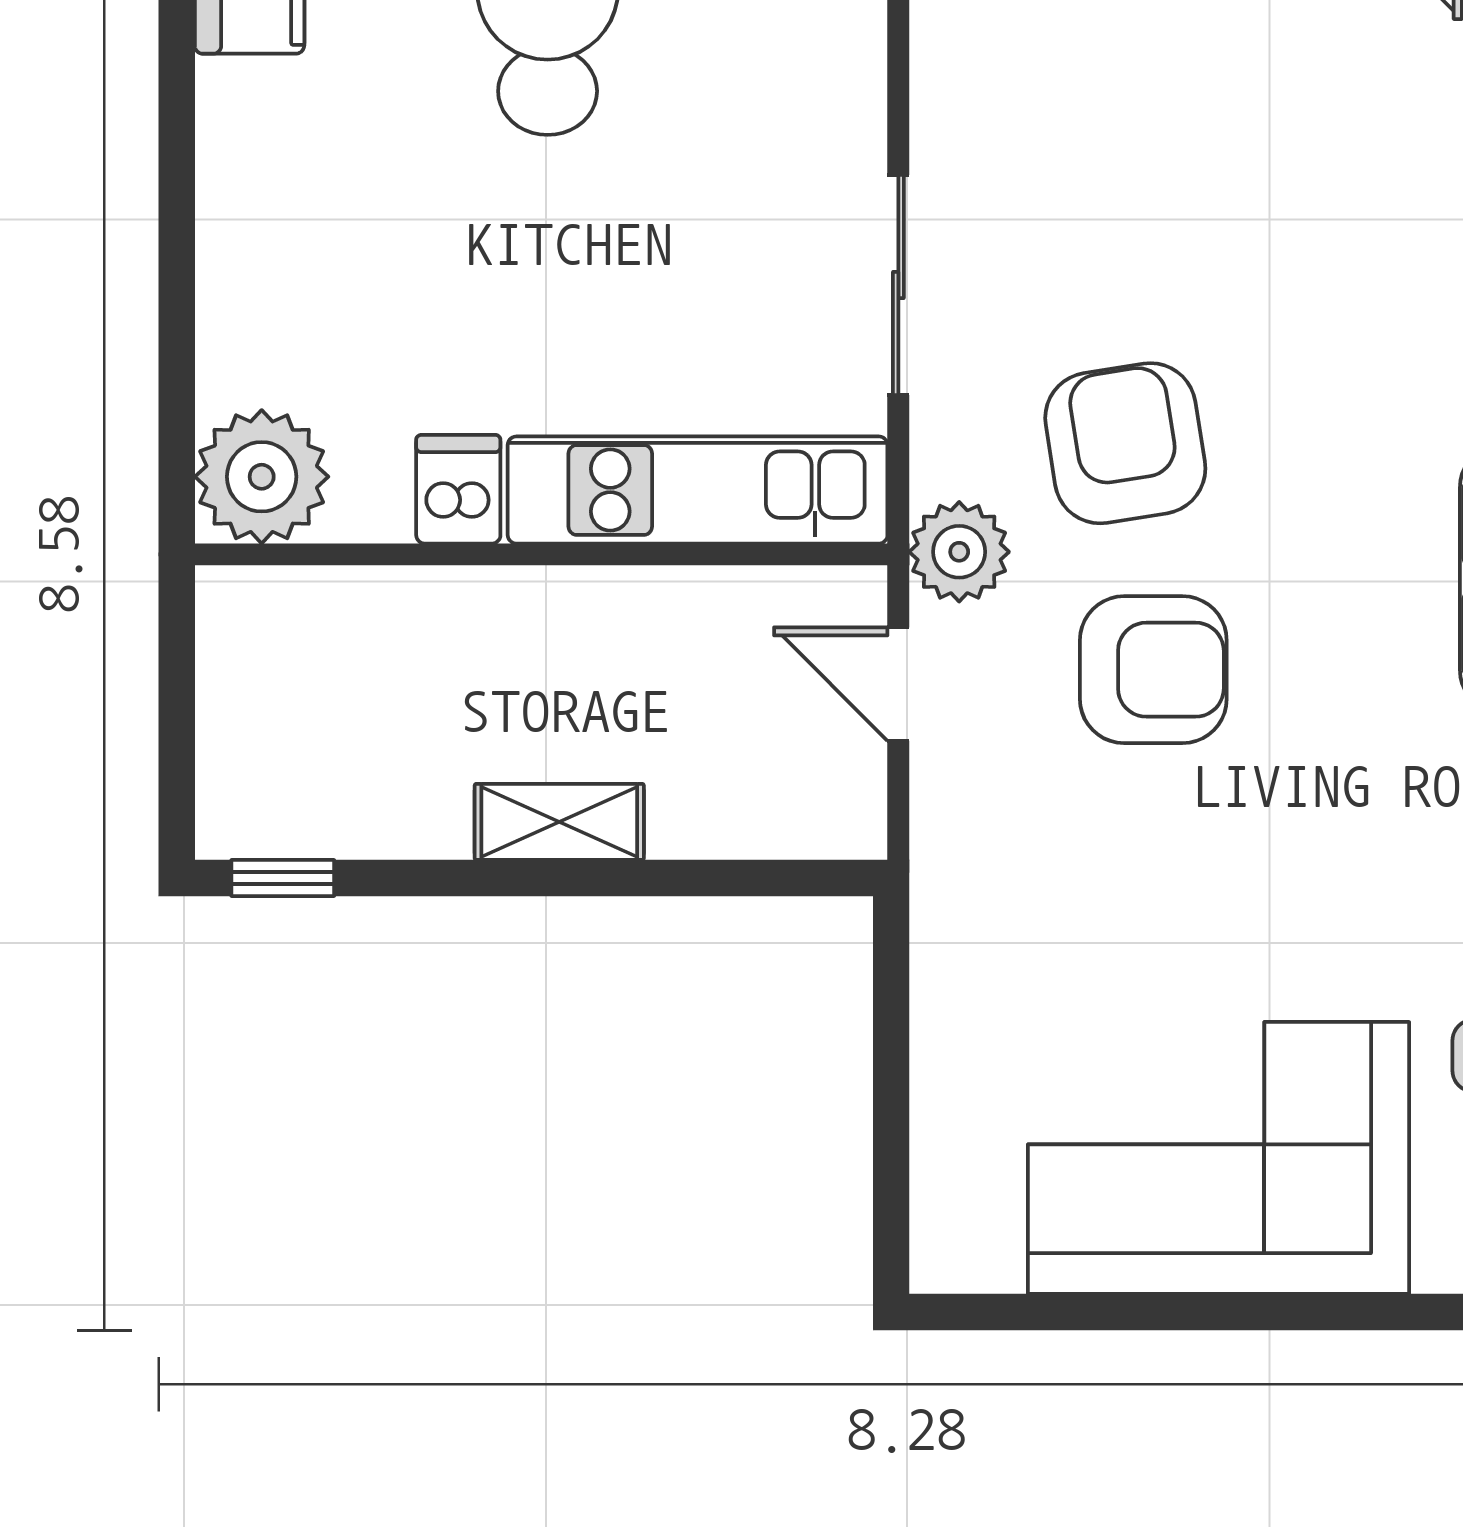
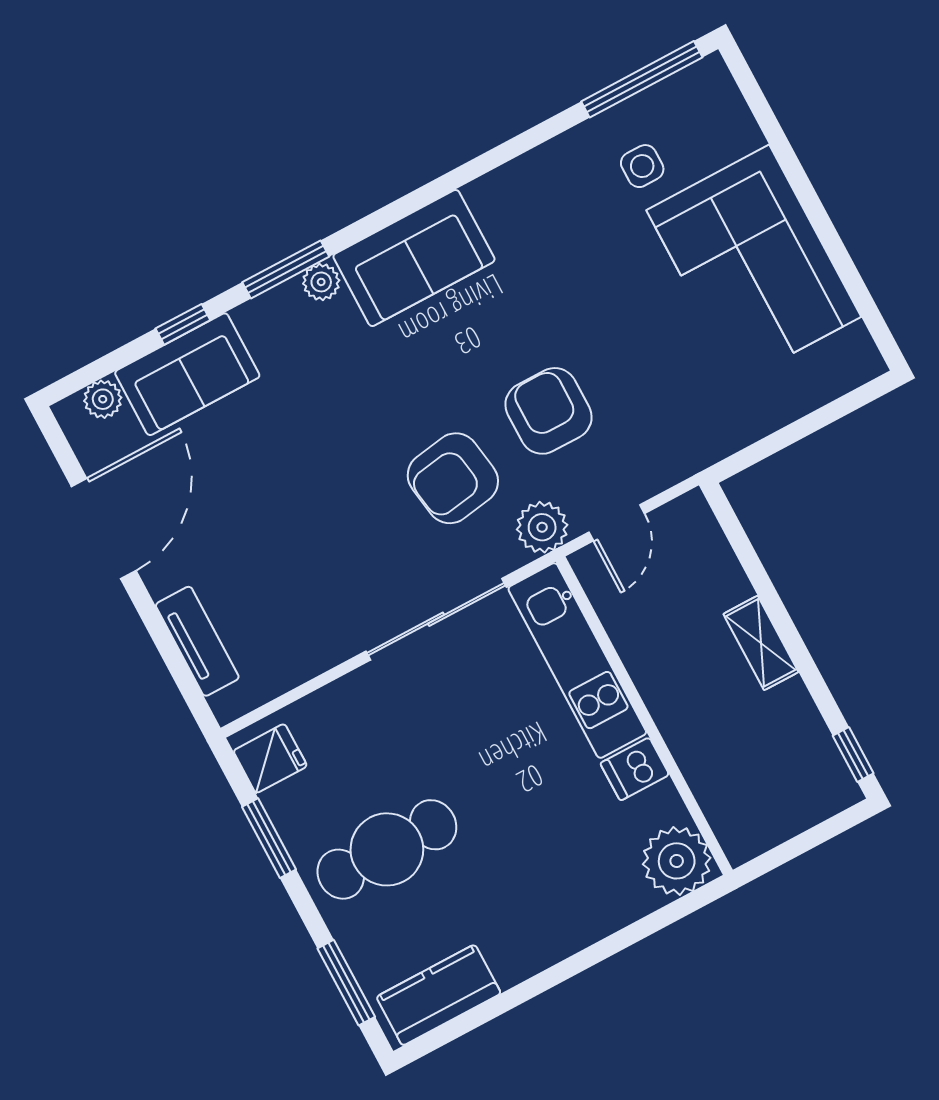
sliding door: (898, 285) -> (436, 619), width x1.37

